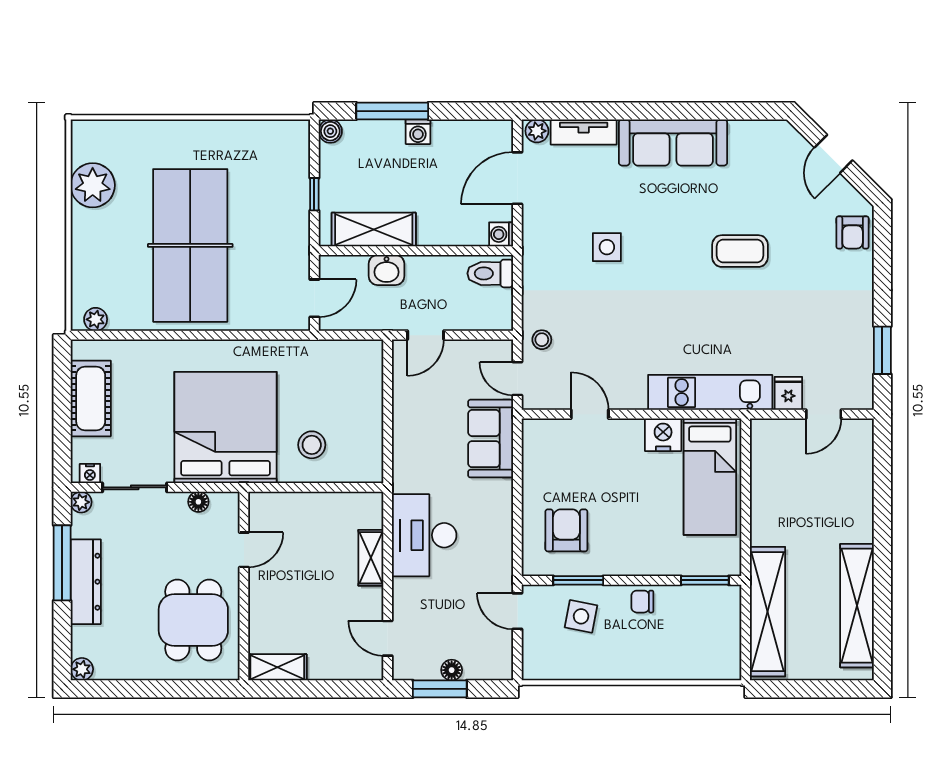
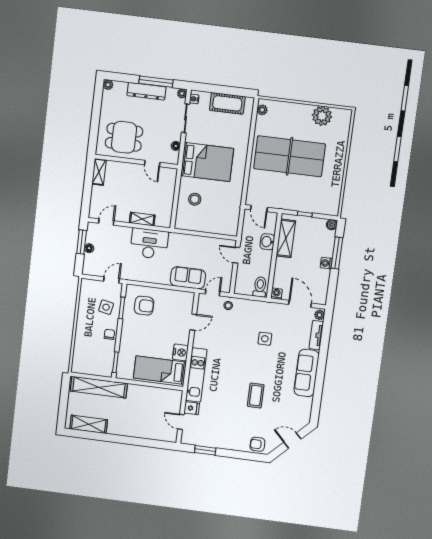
bed: (225, 427) -> (207, 162), width x0.73
shelving: (857, 606) -> (89, 424), width x0.68

